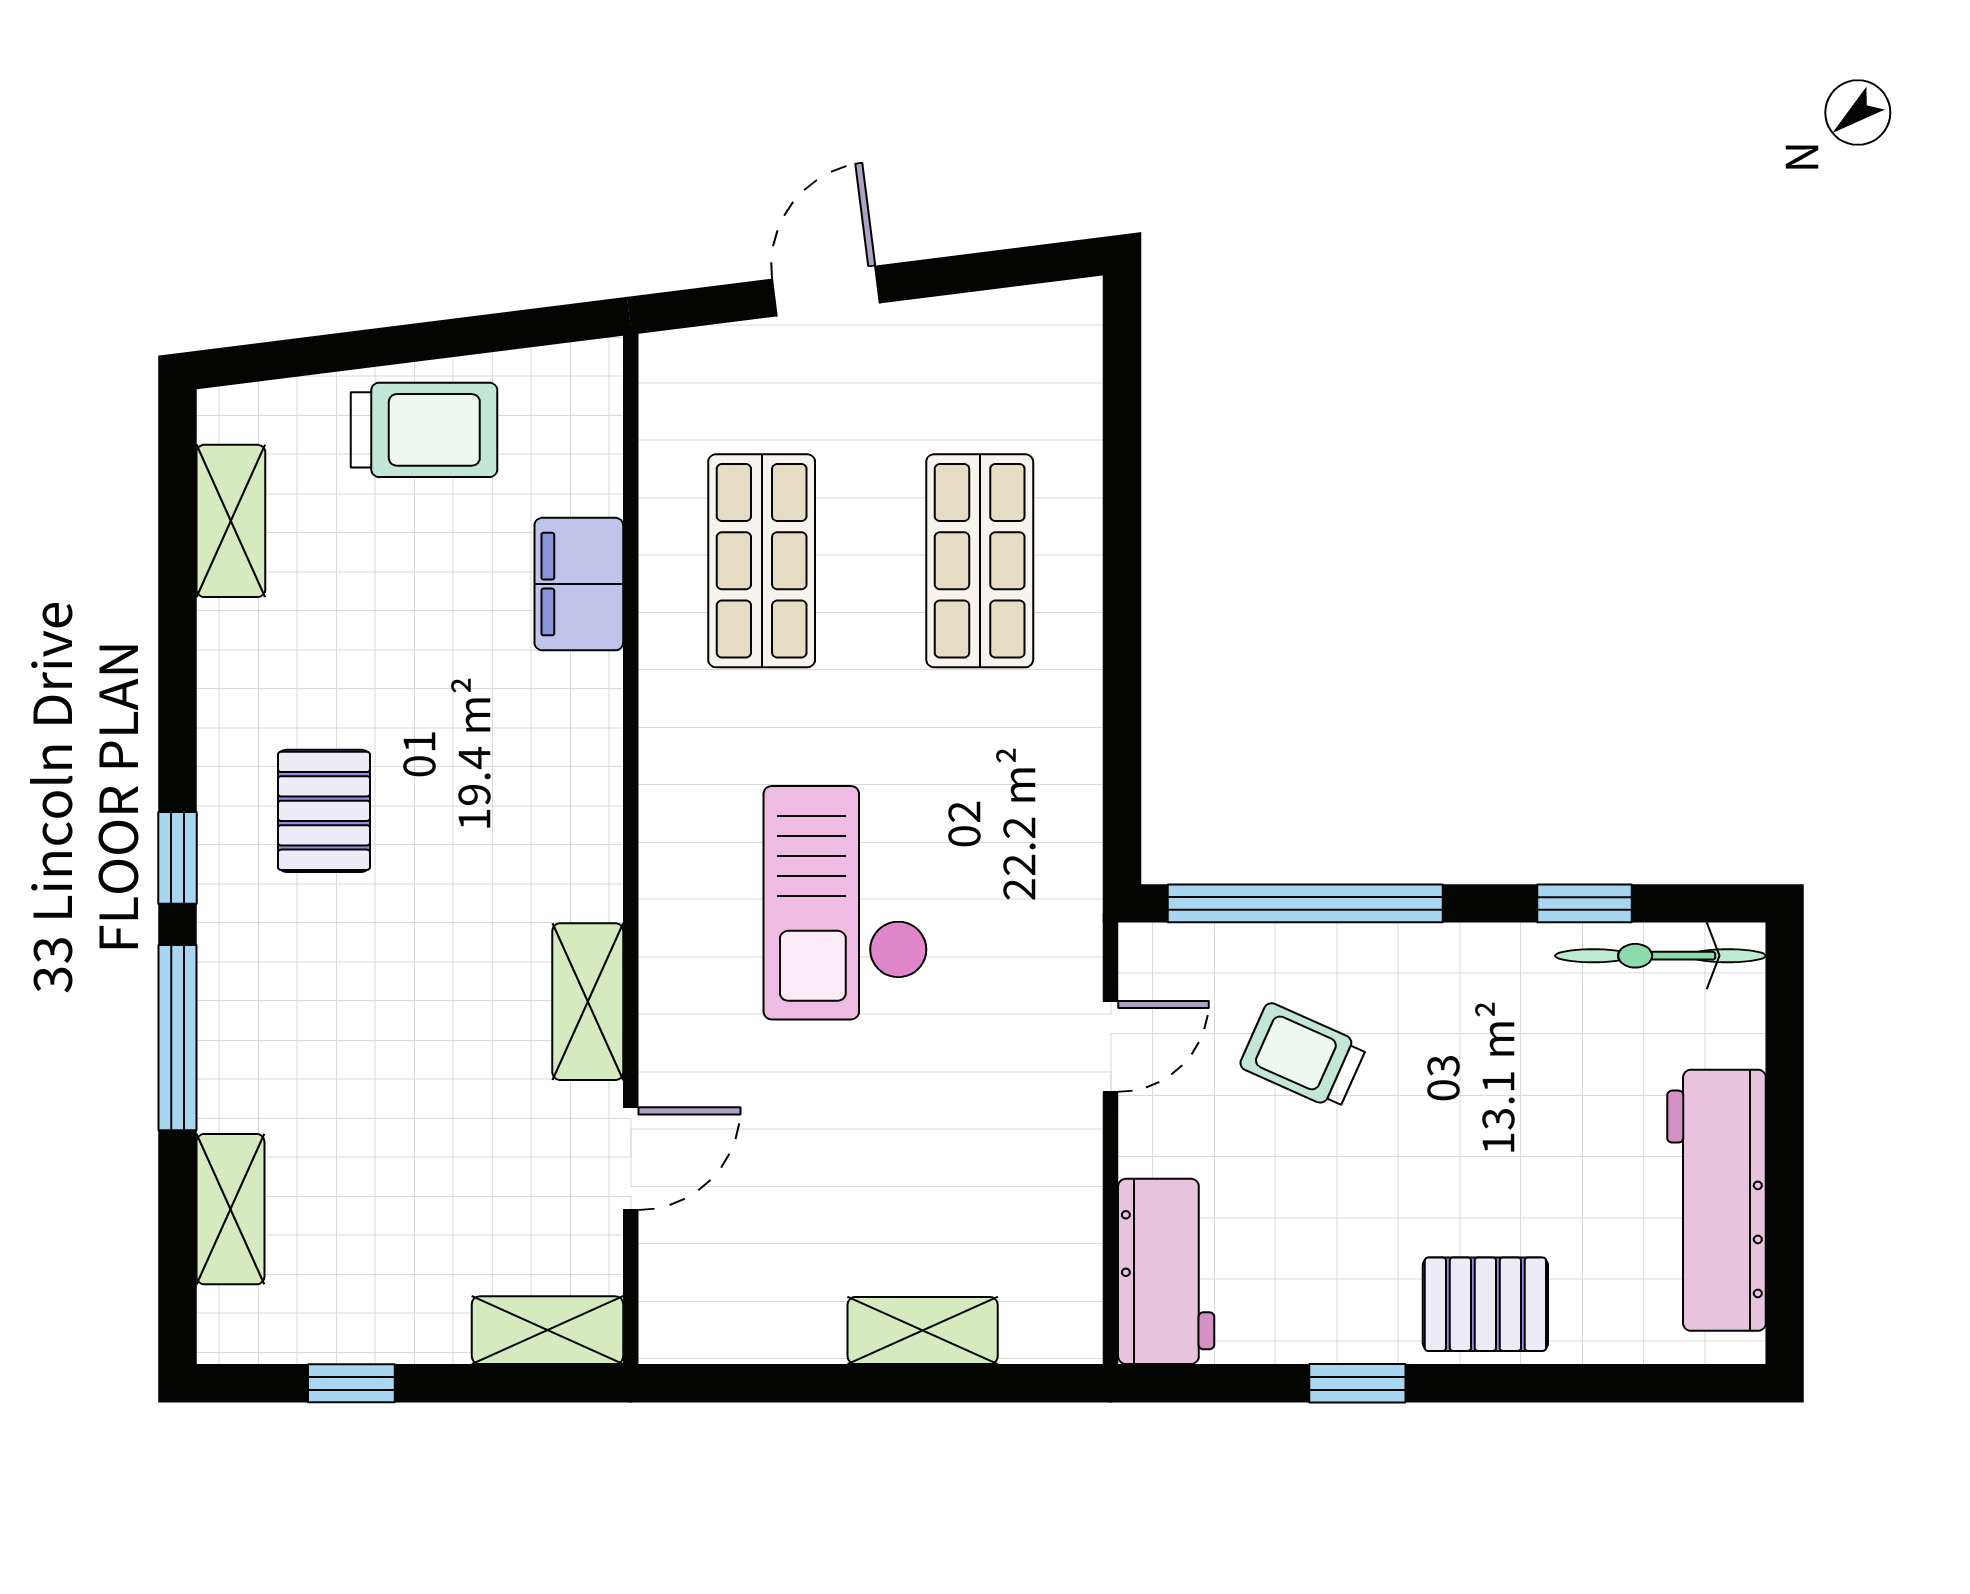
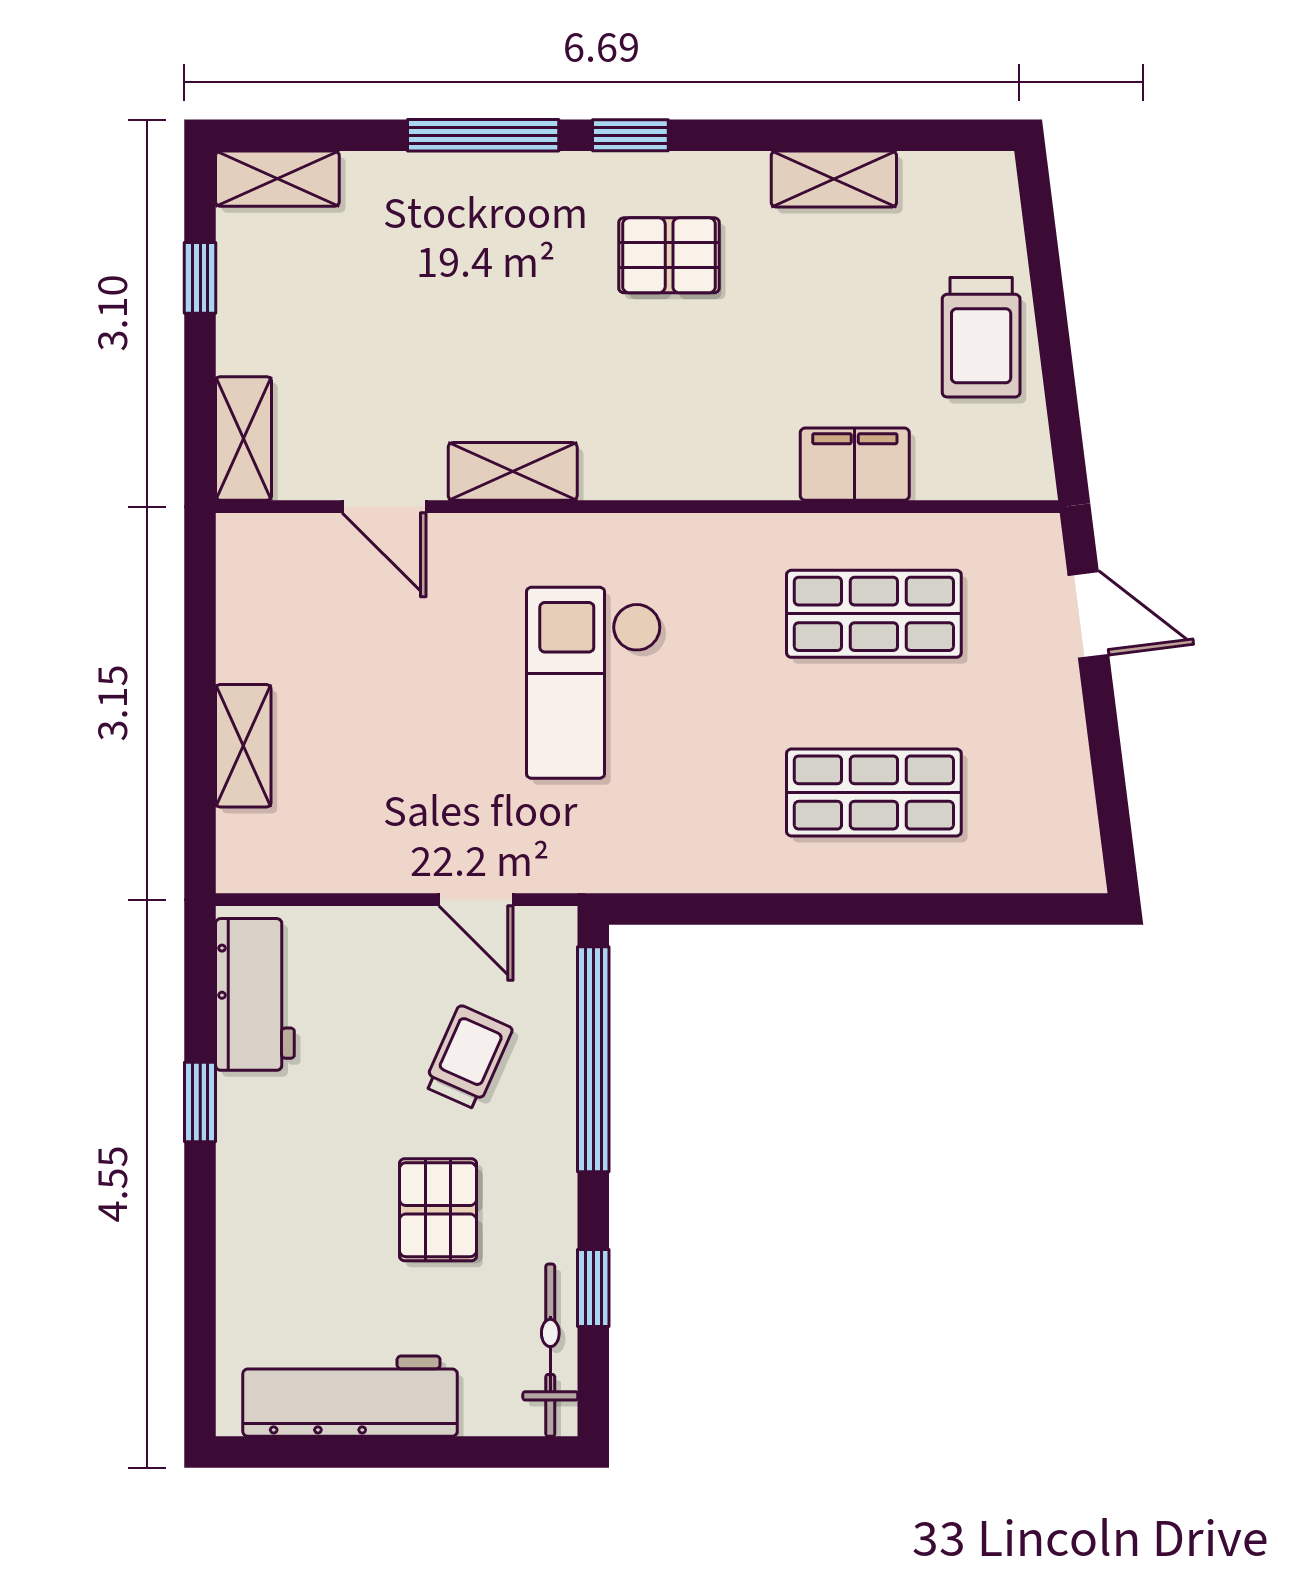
door: (826, 291) -> (1088, 615), moved
shelving: (231, 521) -> (834, 179), moved
checkout: (846, 903) -> (594, 683), turned -90
shelving: (230, 1209) -> (277, 179), moved
workbench: (1166, 1271) -> (255, 994), moved, turned -90
pallet: (1485, 1304) -> (438, 1210), moved

